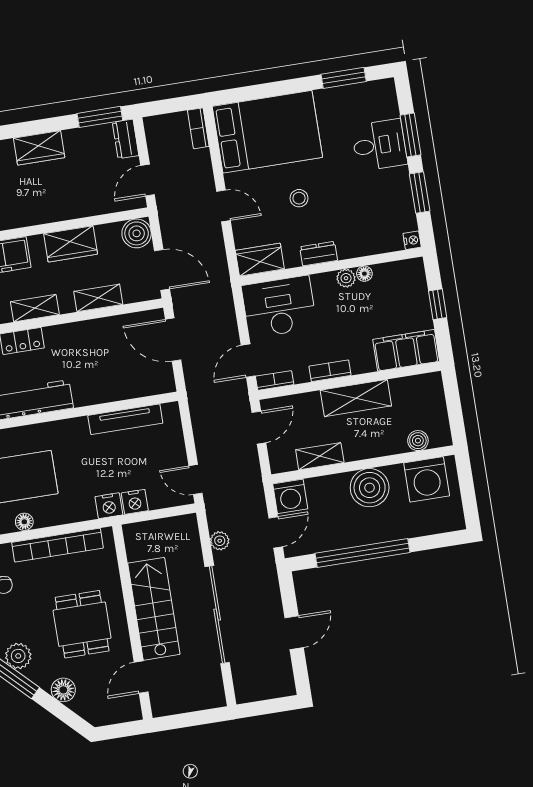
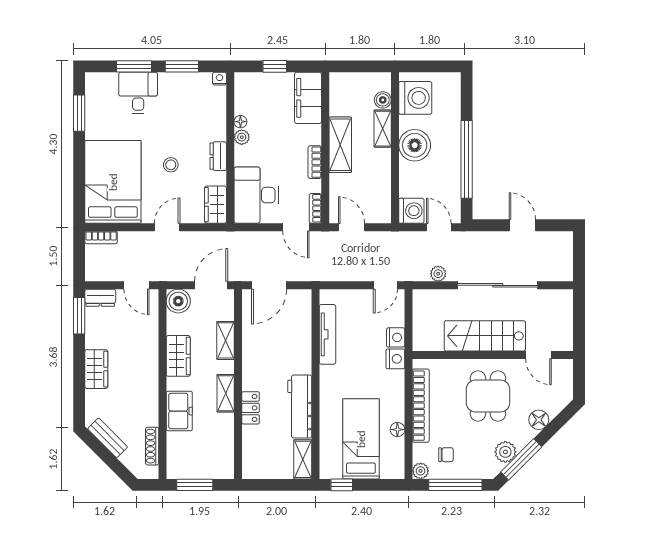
shelving: (320, 456) -> (383, 129), moved
dining table: (82, 624) -> (488, 396), turned 90

